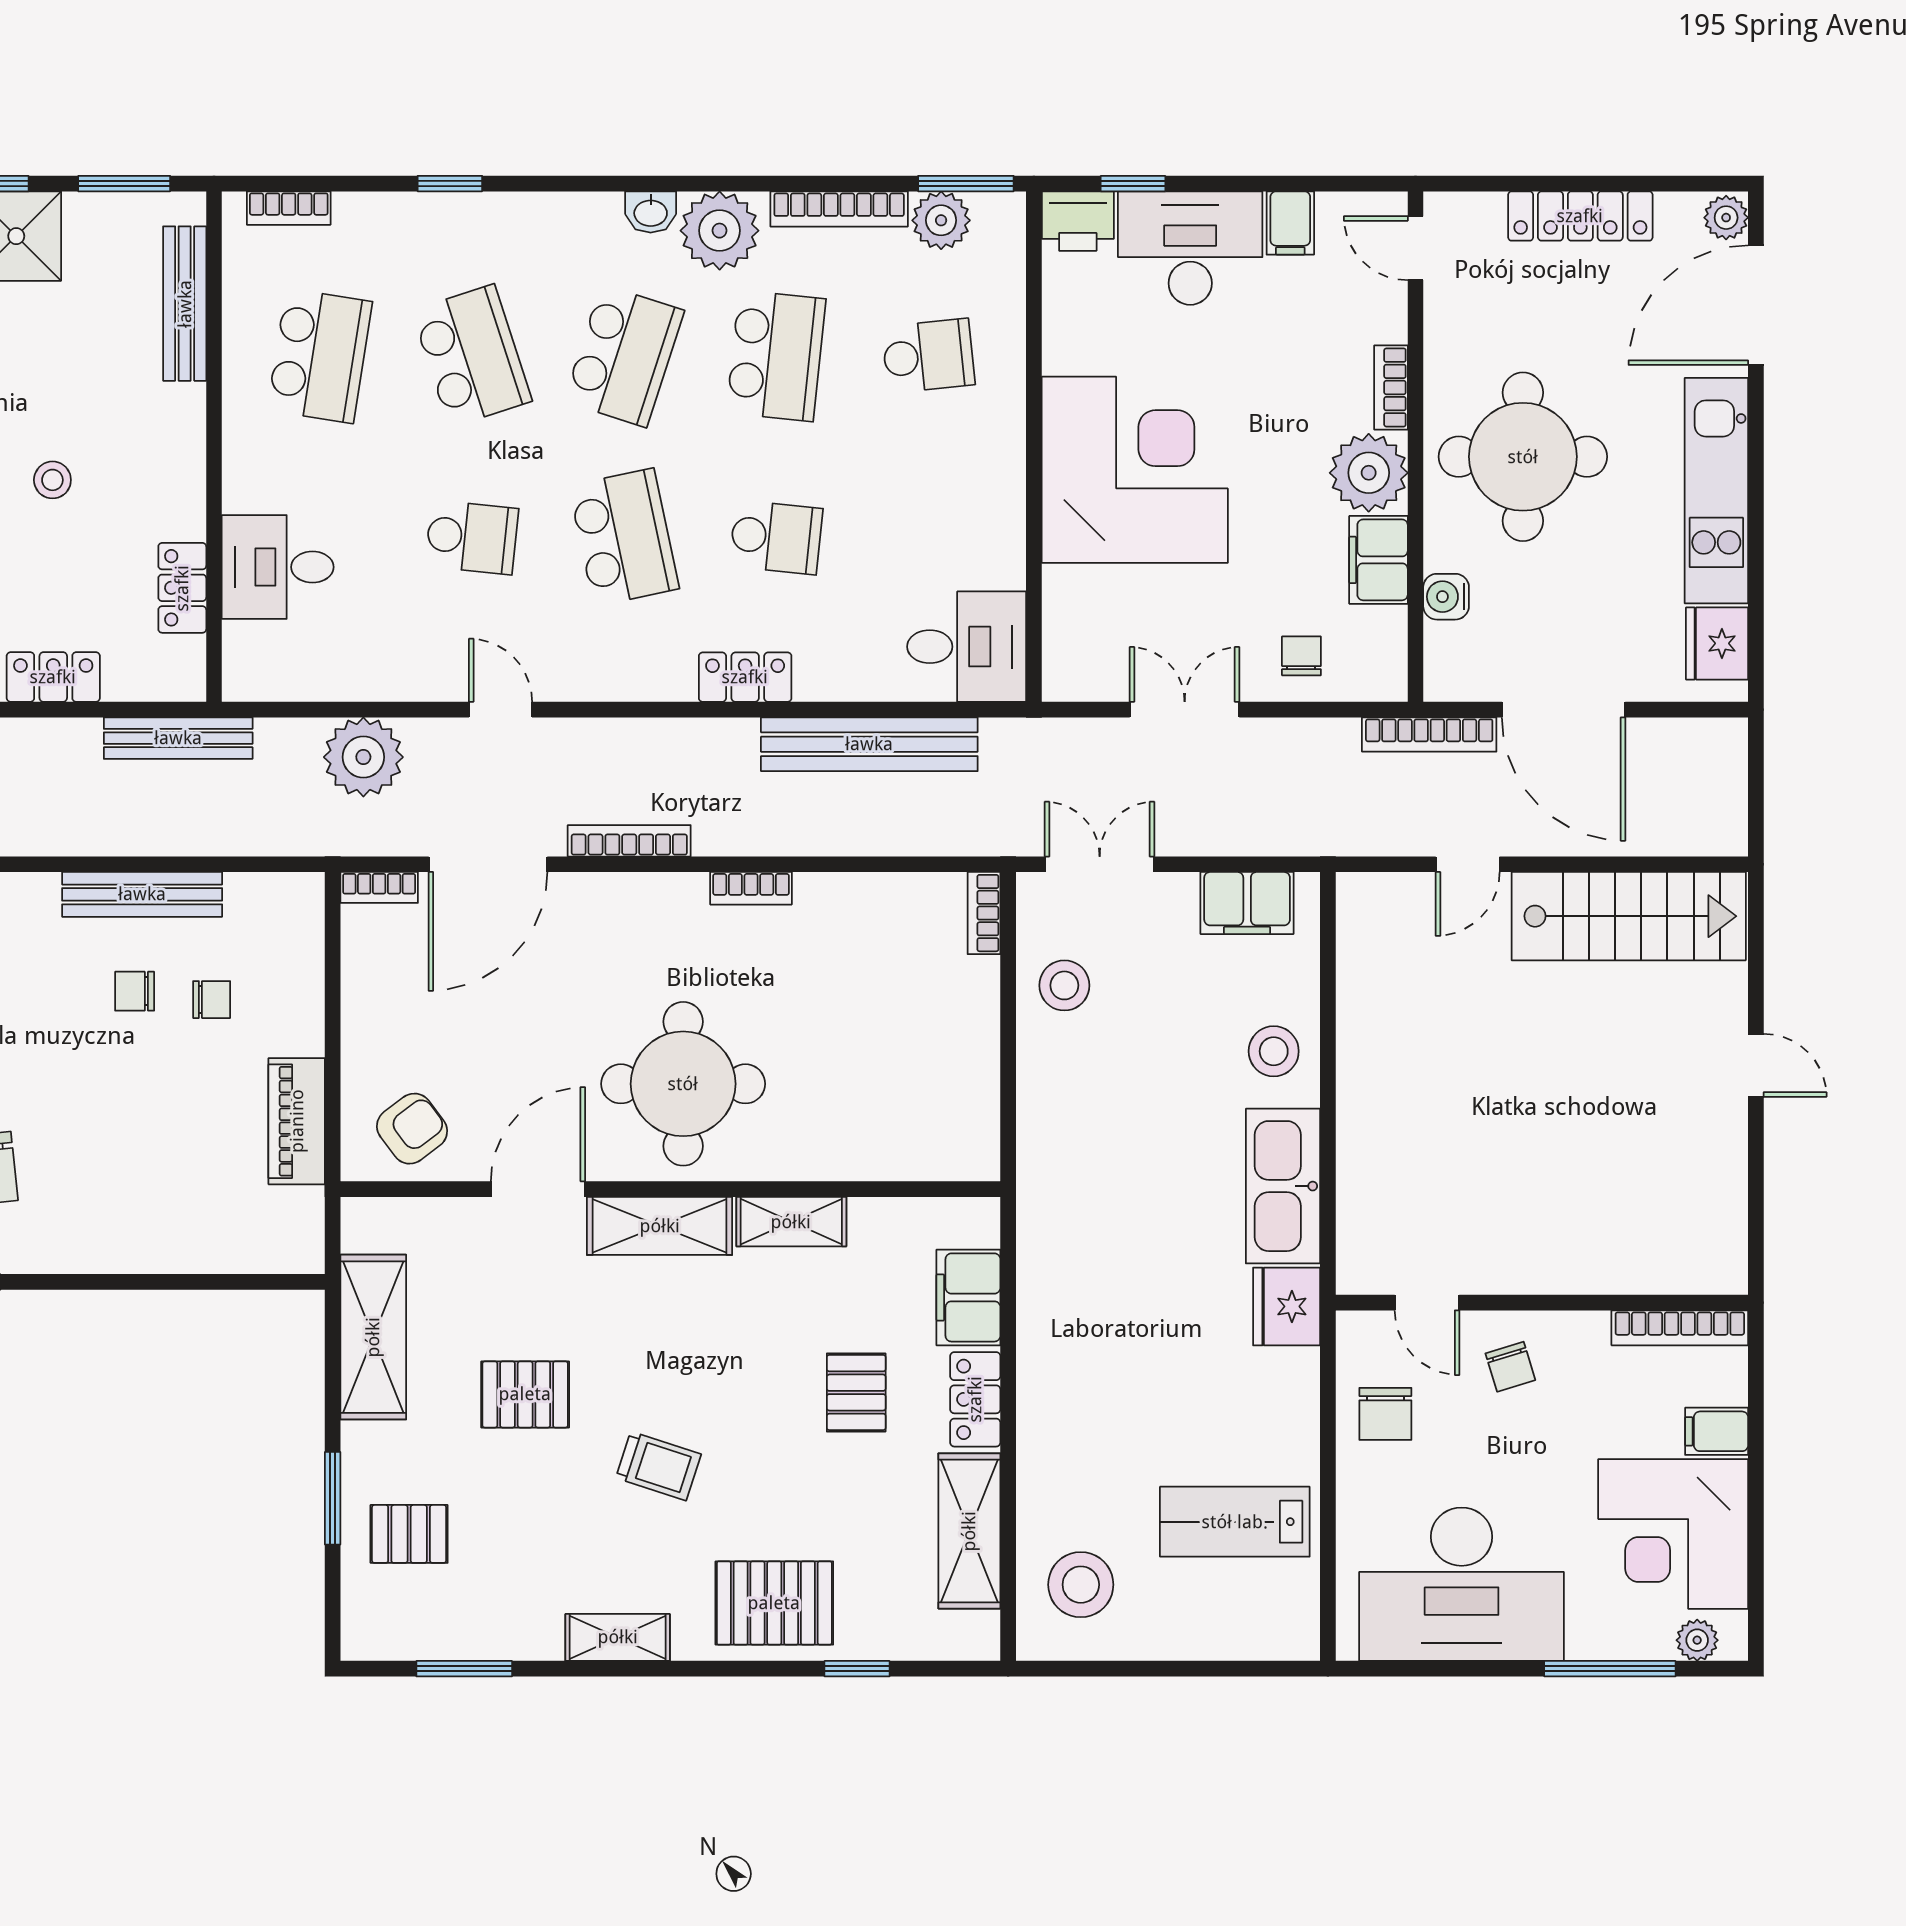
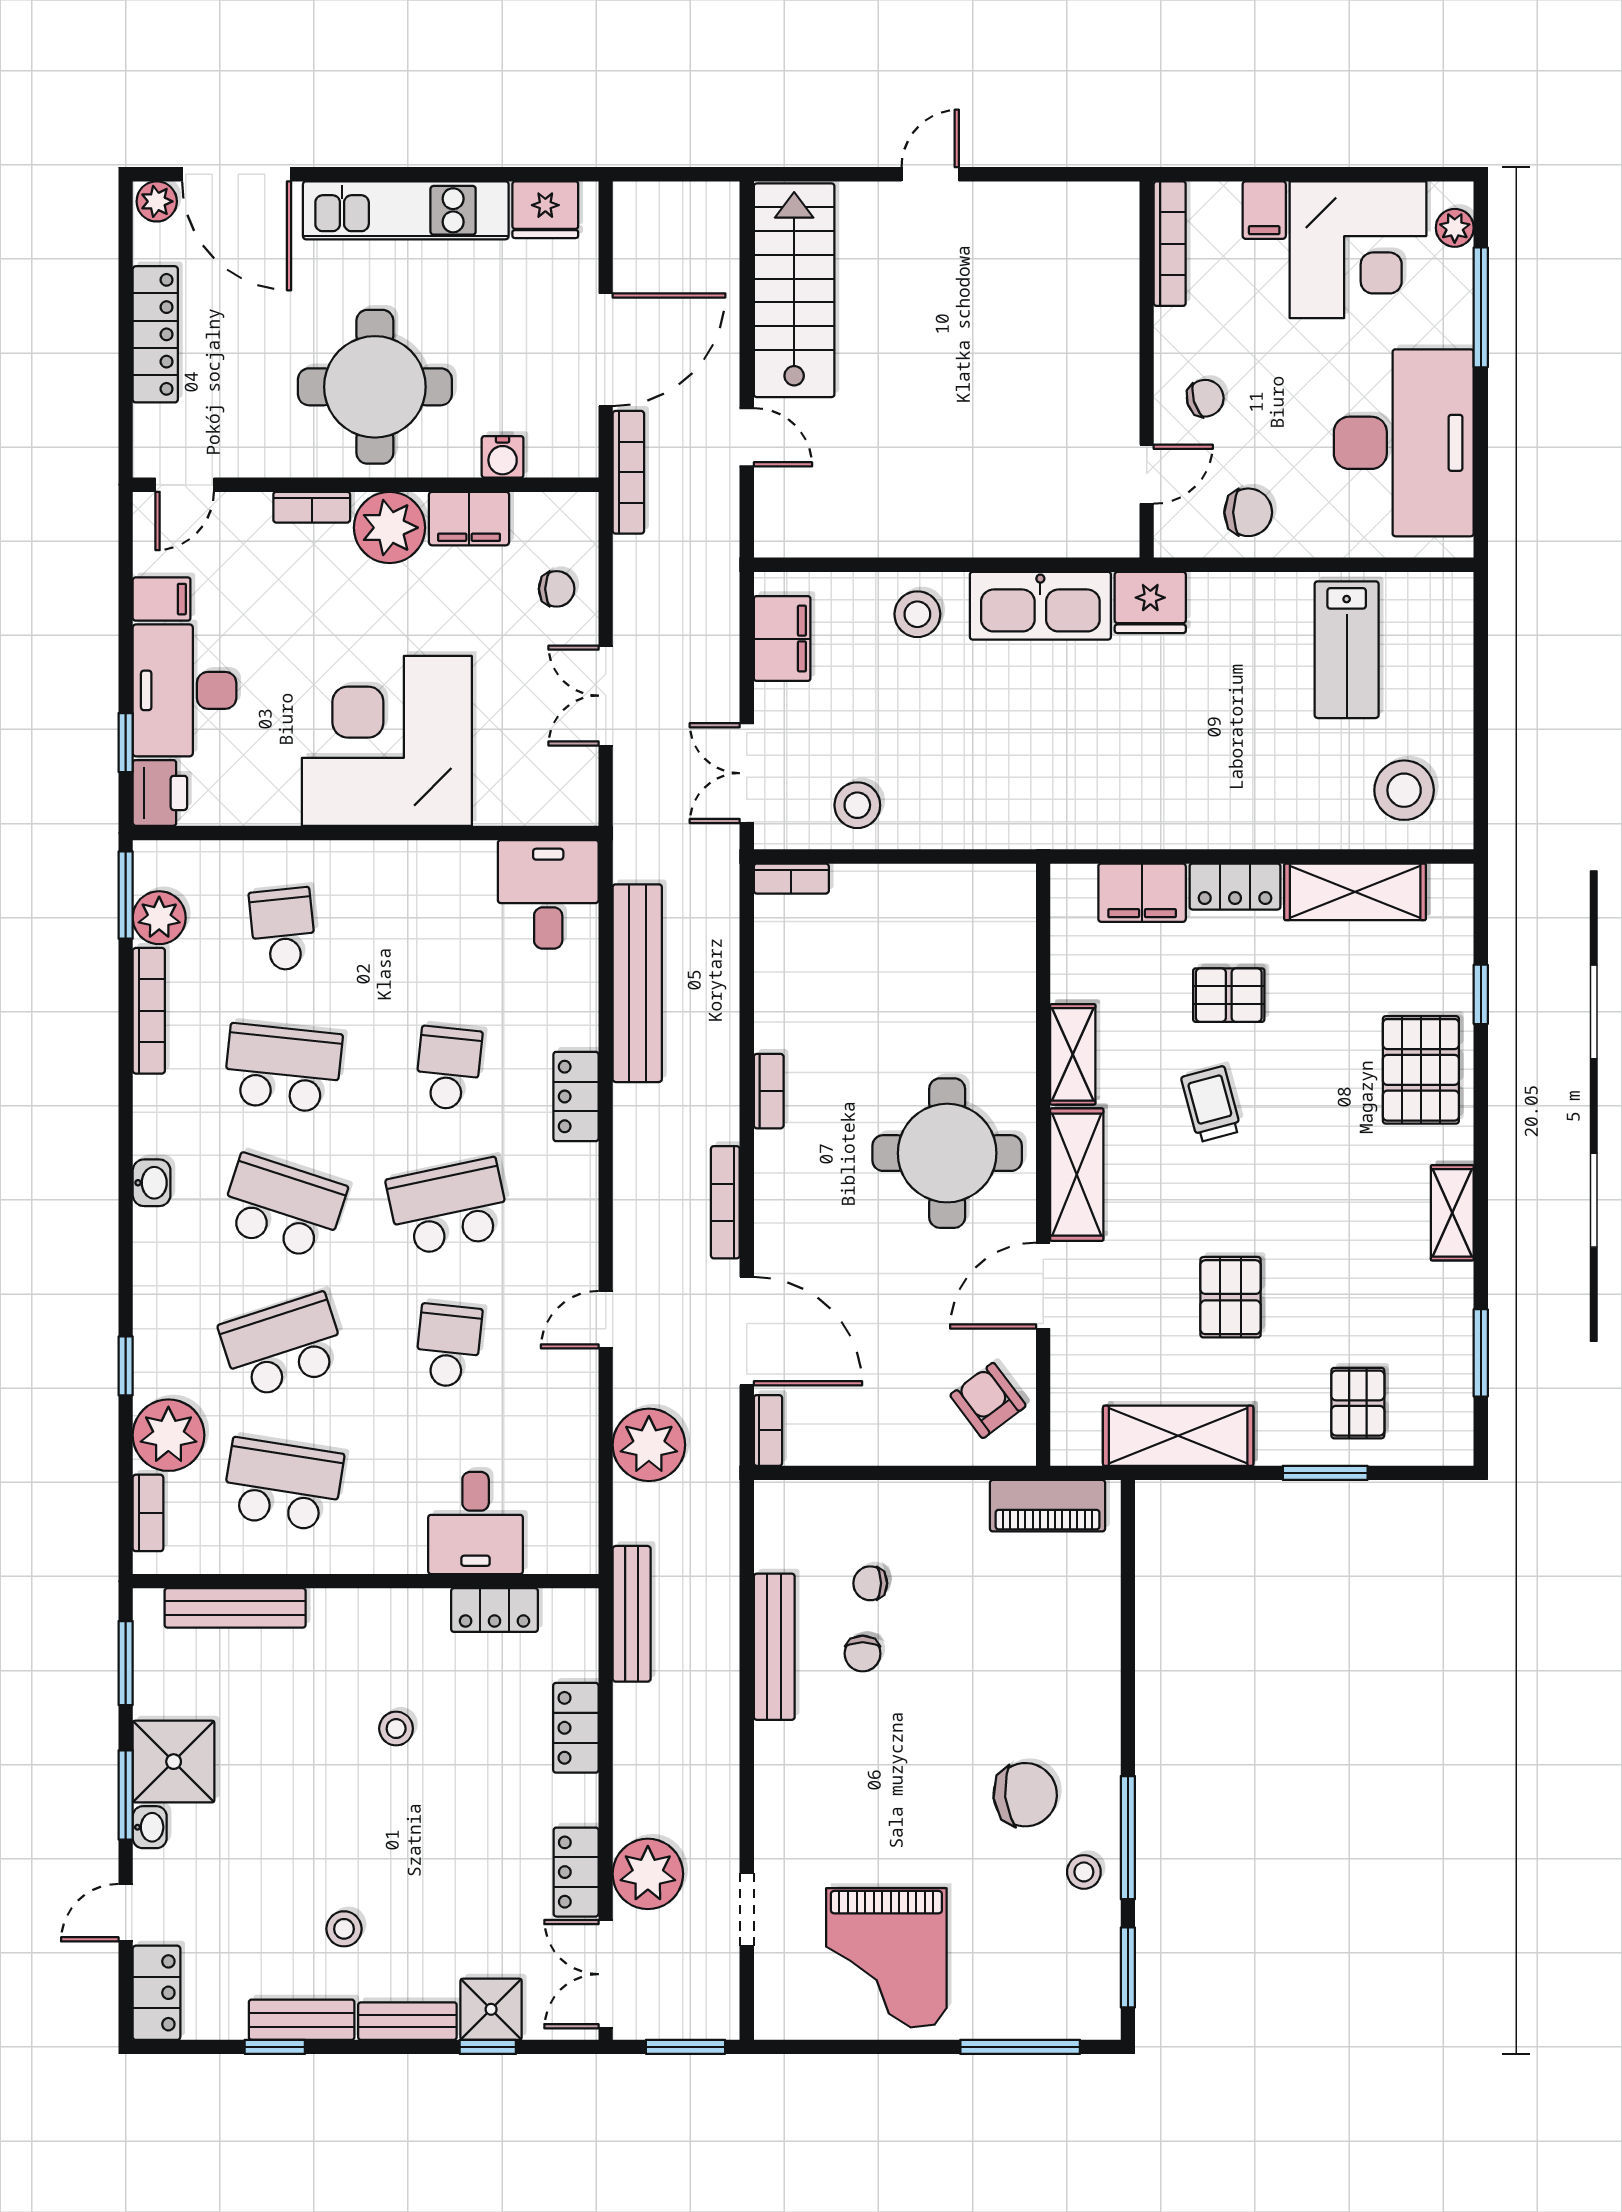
plant: (720, 231) -> (168, 1435), moved
chair: (1301, 656) -> (557, 589), turned 180
chair: (212, 1000) -> (870, 1583), turned -90
piano: (297, 1121) -> (1048, 1506), moved
door: (538, 1189) -> (1043, 1286), hinge flipped
trolley: (658, 1466) -> (1211, 1104), moved, turned -33

